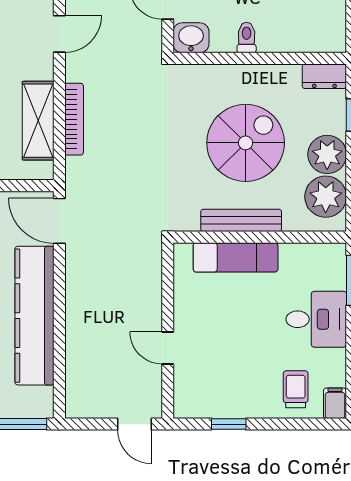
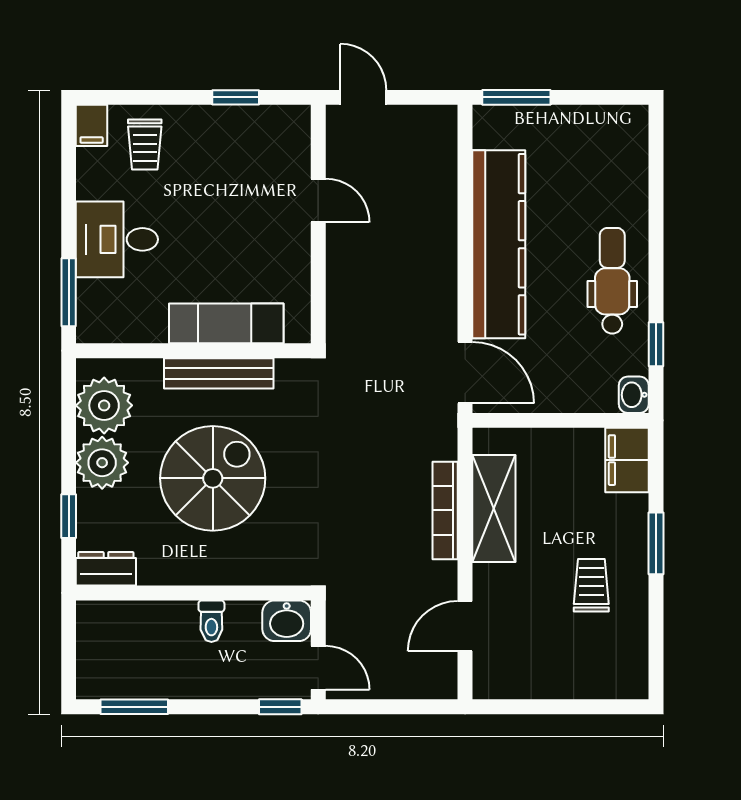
spiral stairs: (246, 143) -> (213, 478), turned 180

